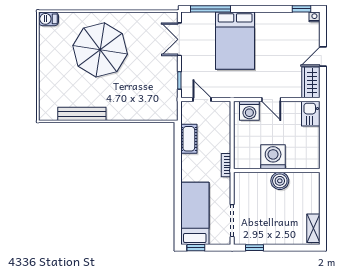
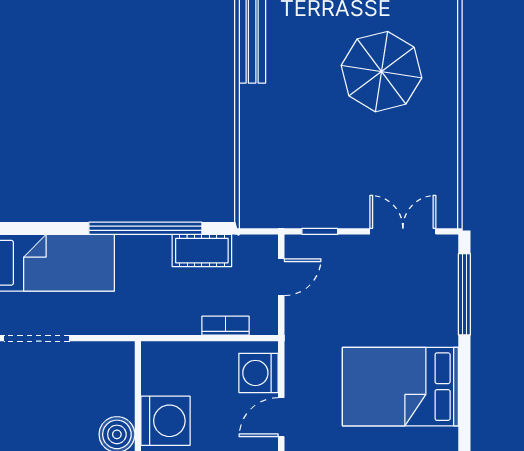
bed: (235, 41) -> (400, 387), moved
parasol: (100, 50) -> (381, 72), width x0.73, depth x0.73
bookcase: (226, 165) -> (225, 326), moved
window: (178, 167) -> (145, 228), added

